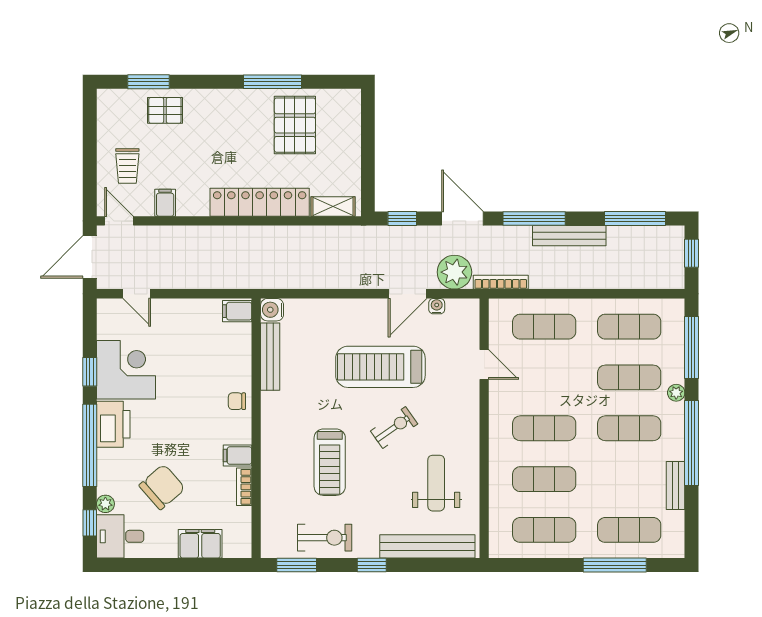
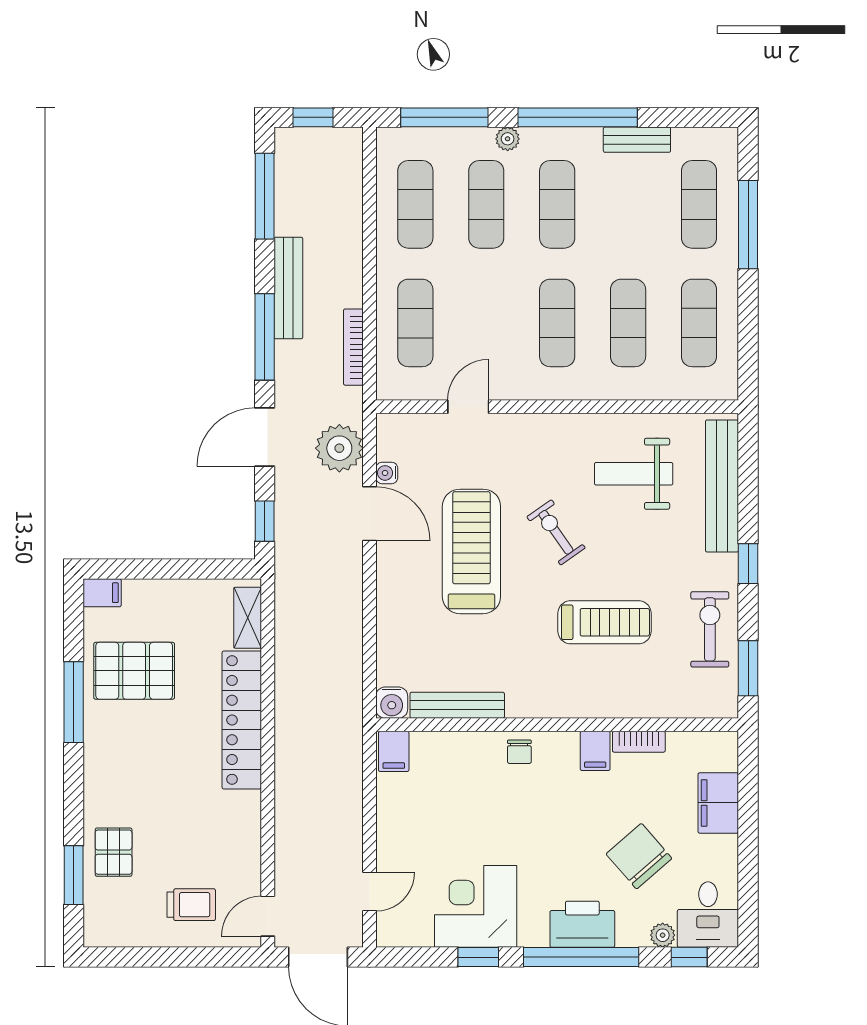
filing cabinet: (165, 203) -> (102, 593), moved, turned 180
bookcase: (501, 282) -> (353, 347), moved
treadmill: (380, 367) -> (471, 551), turned 180
printer: (113, 424) -> (582, 924), moved

